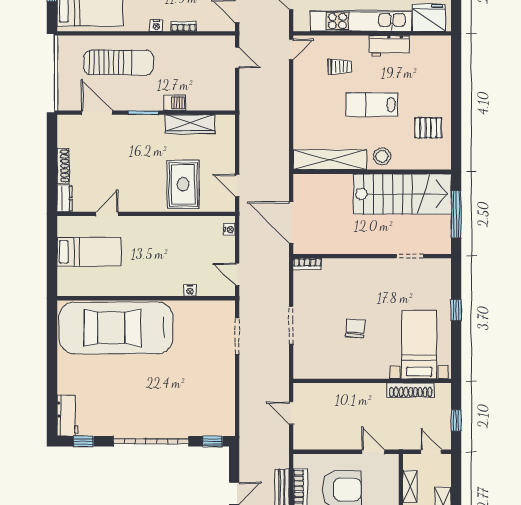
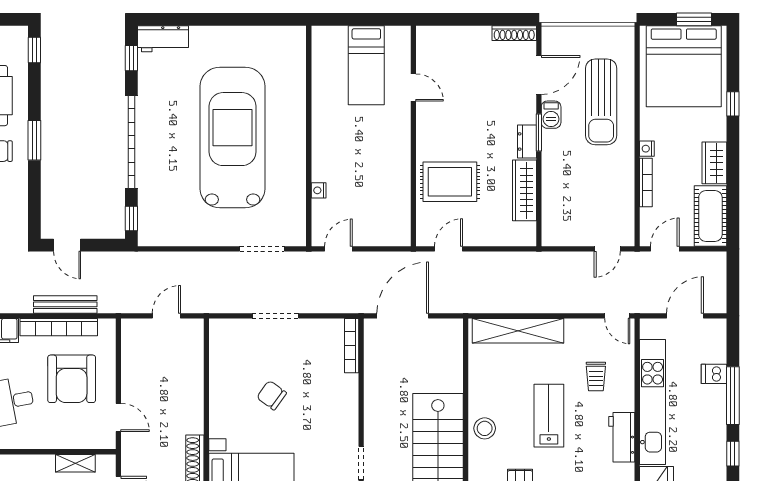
bookcase: (184, 26) -> (646, 182), width x1.56
barbecue: (175, 103) -> (551, 115), moved
shelving: (330, 160) -> (518, 331), moved, turned 90
shoe rack: (63, 166) -> (514, 33), moved
dresser: (65, 198) -> (527, 141), moved, turned 90
nightstand: (229, 230) -> (394, 239), removed
bookcase: (307, 264) -> (352, 346), width x1.56
car: (116, 328) -> (233, 138), moved
chair: (355, 328) -> (272, 395), turned -149
door: (373, 452) -> (118, 417), hinge flipped

